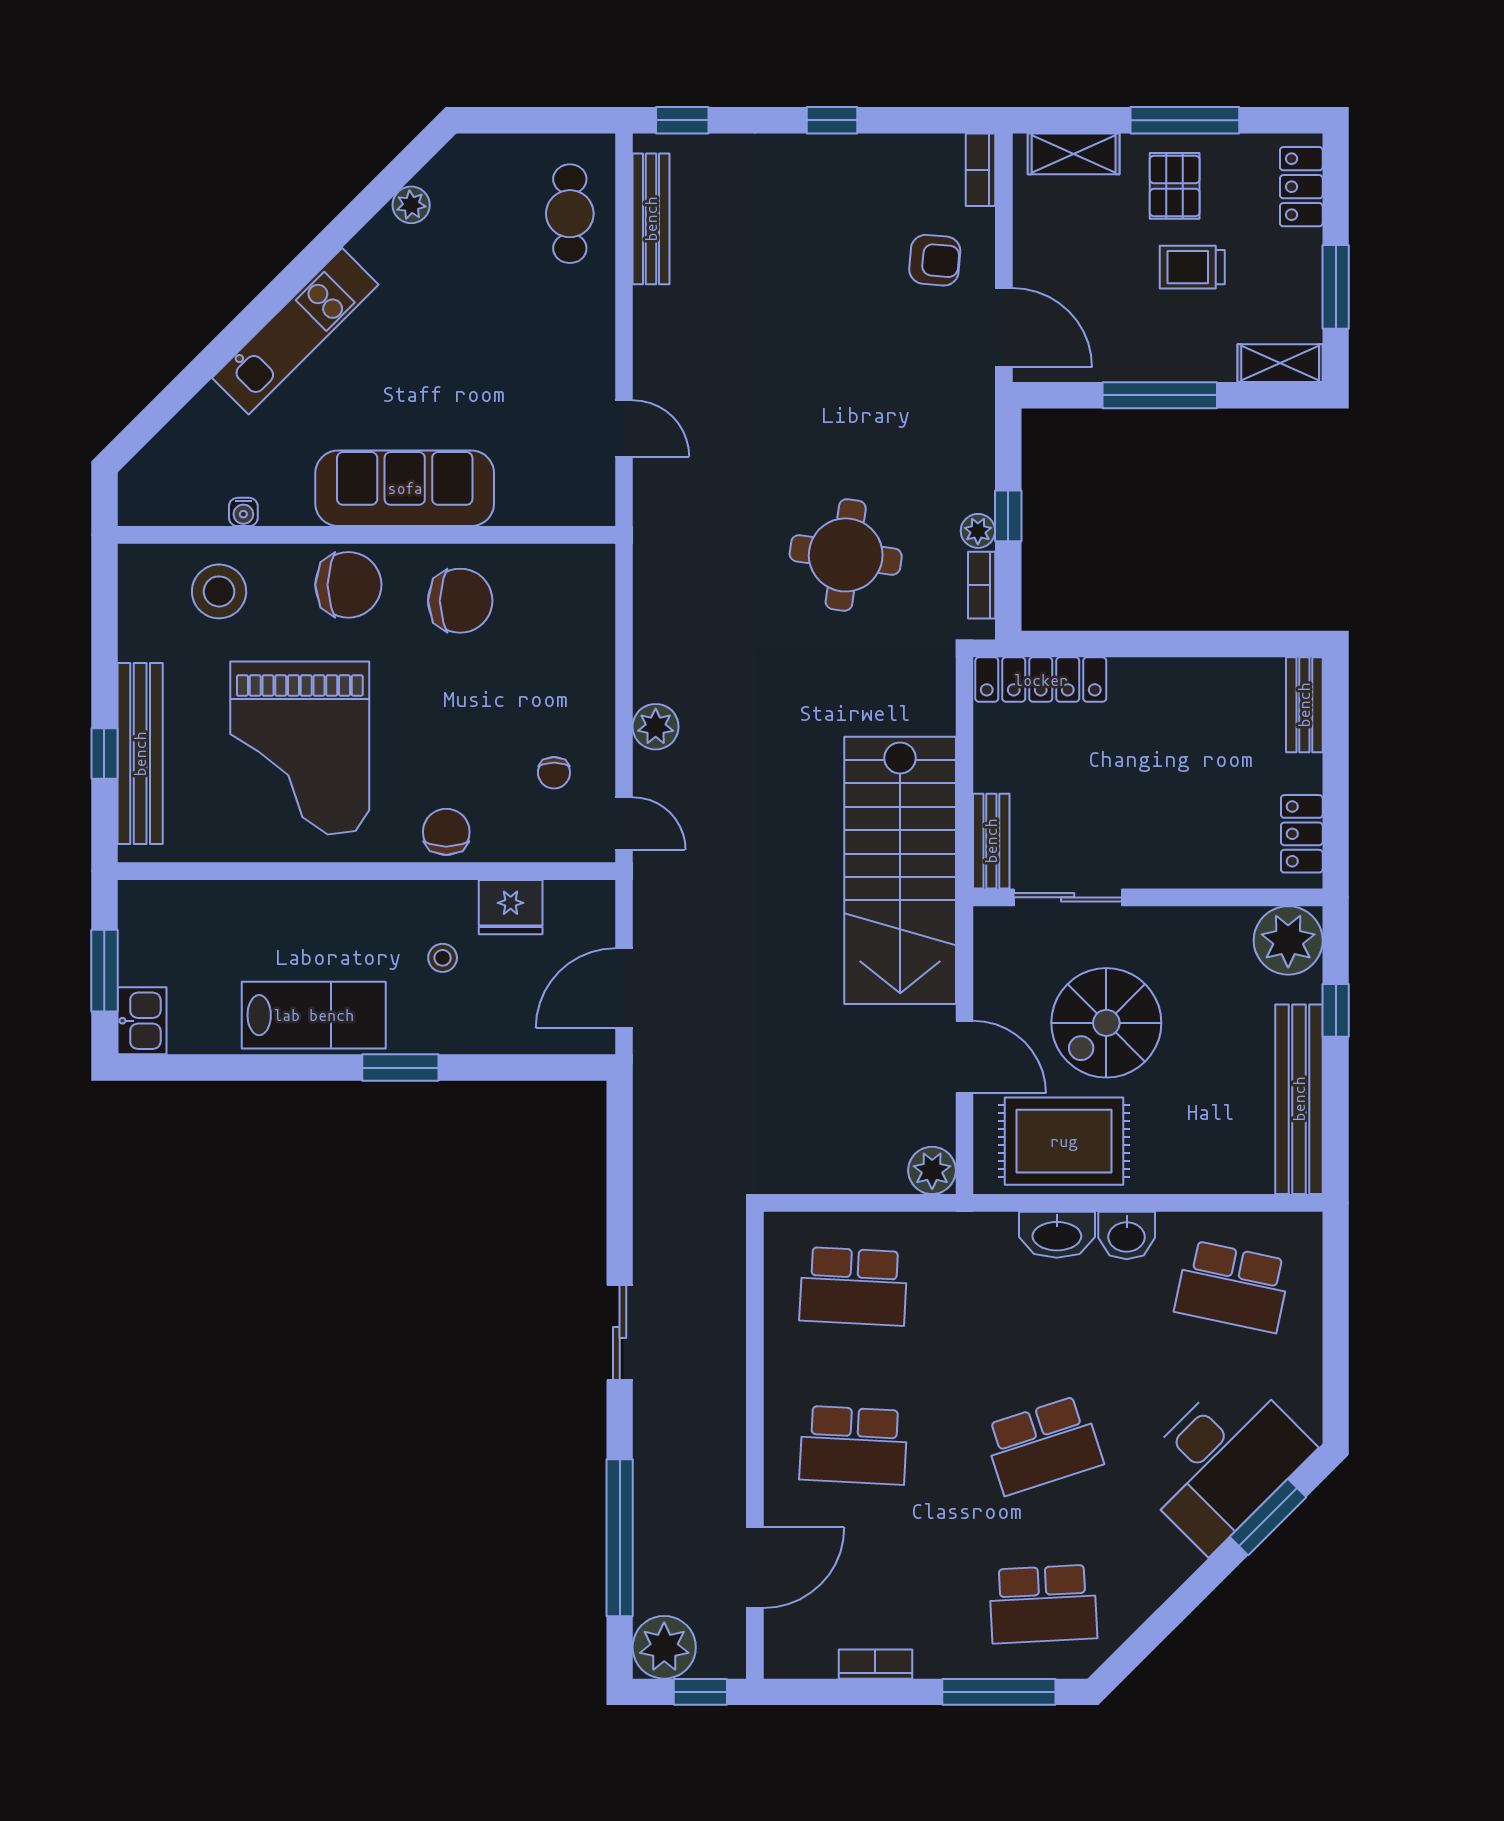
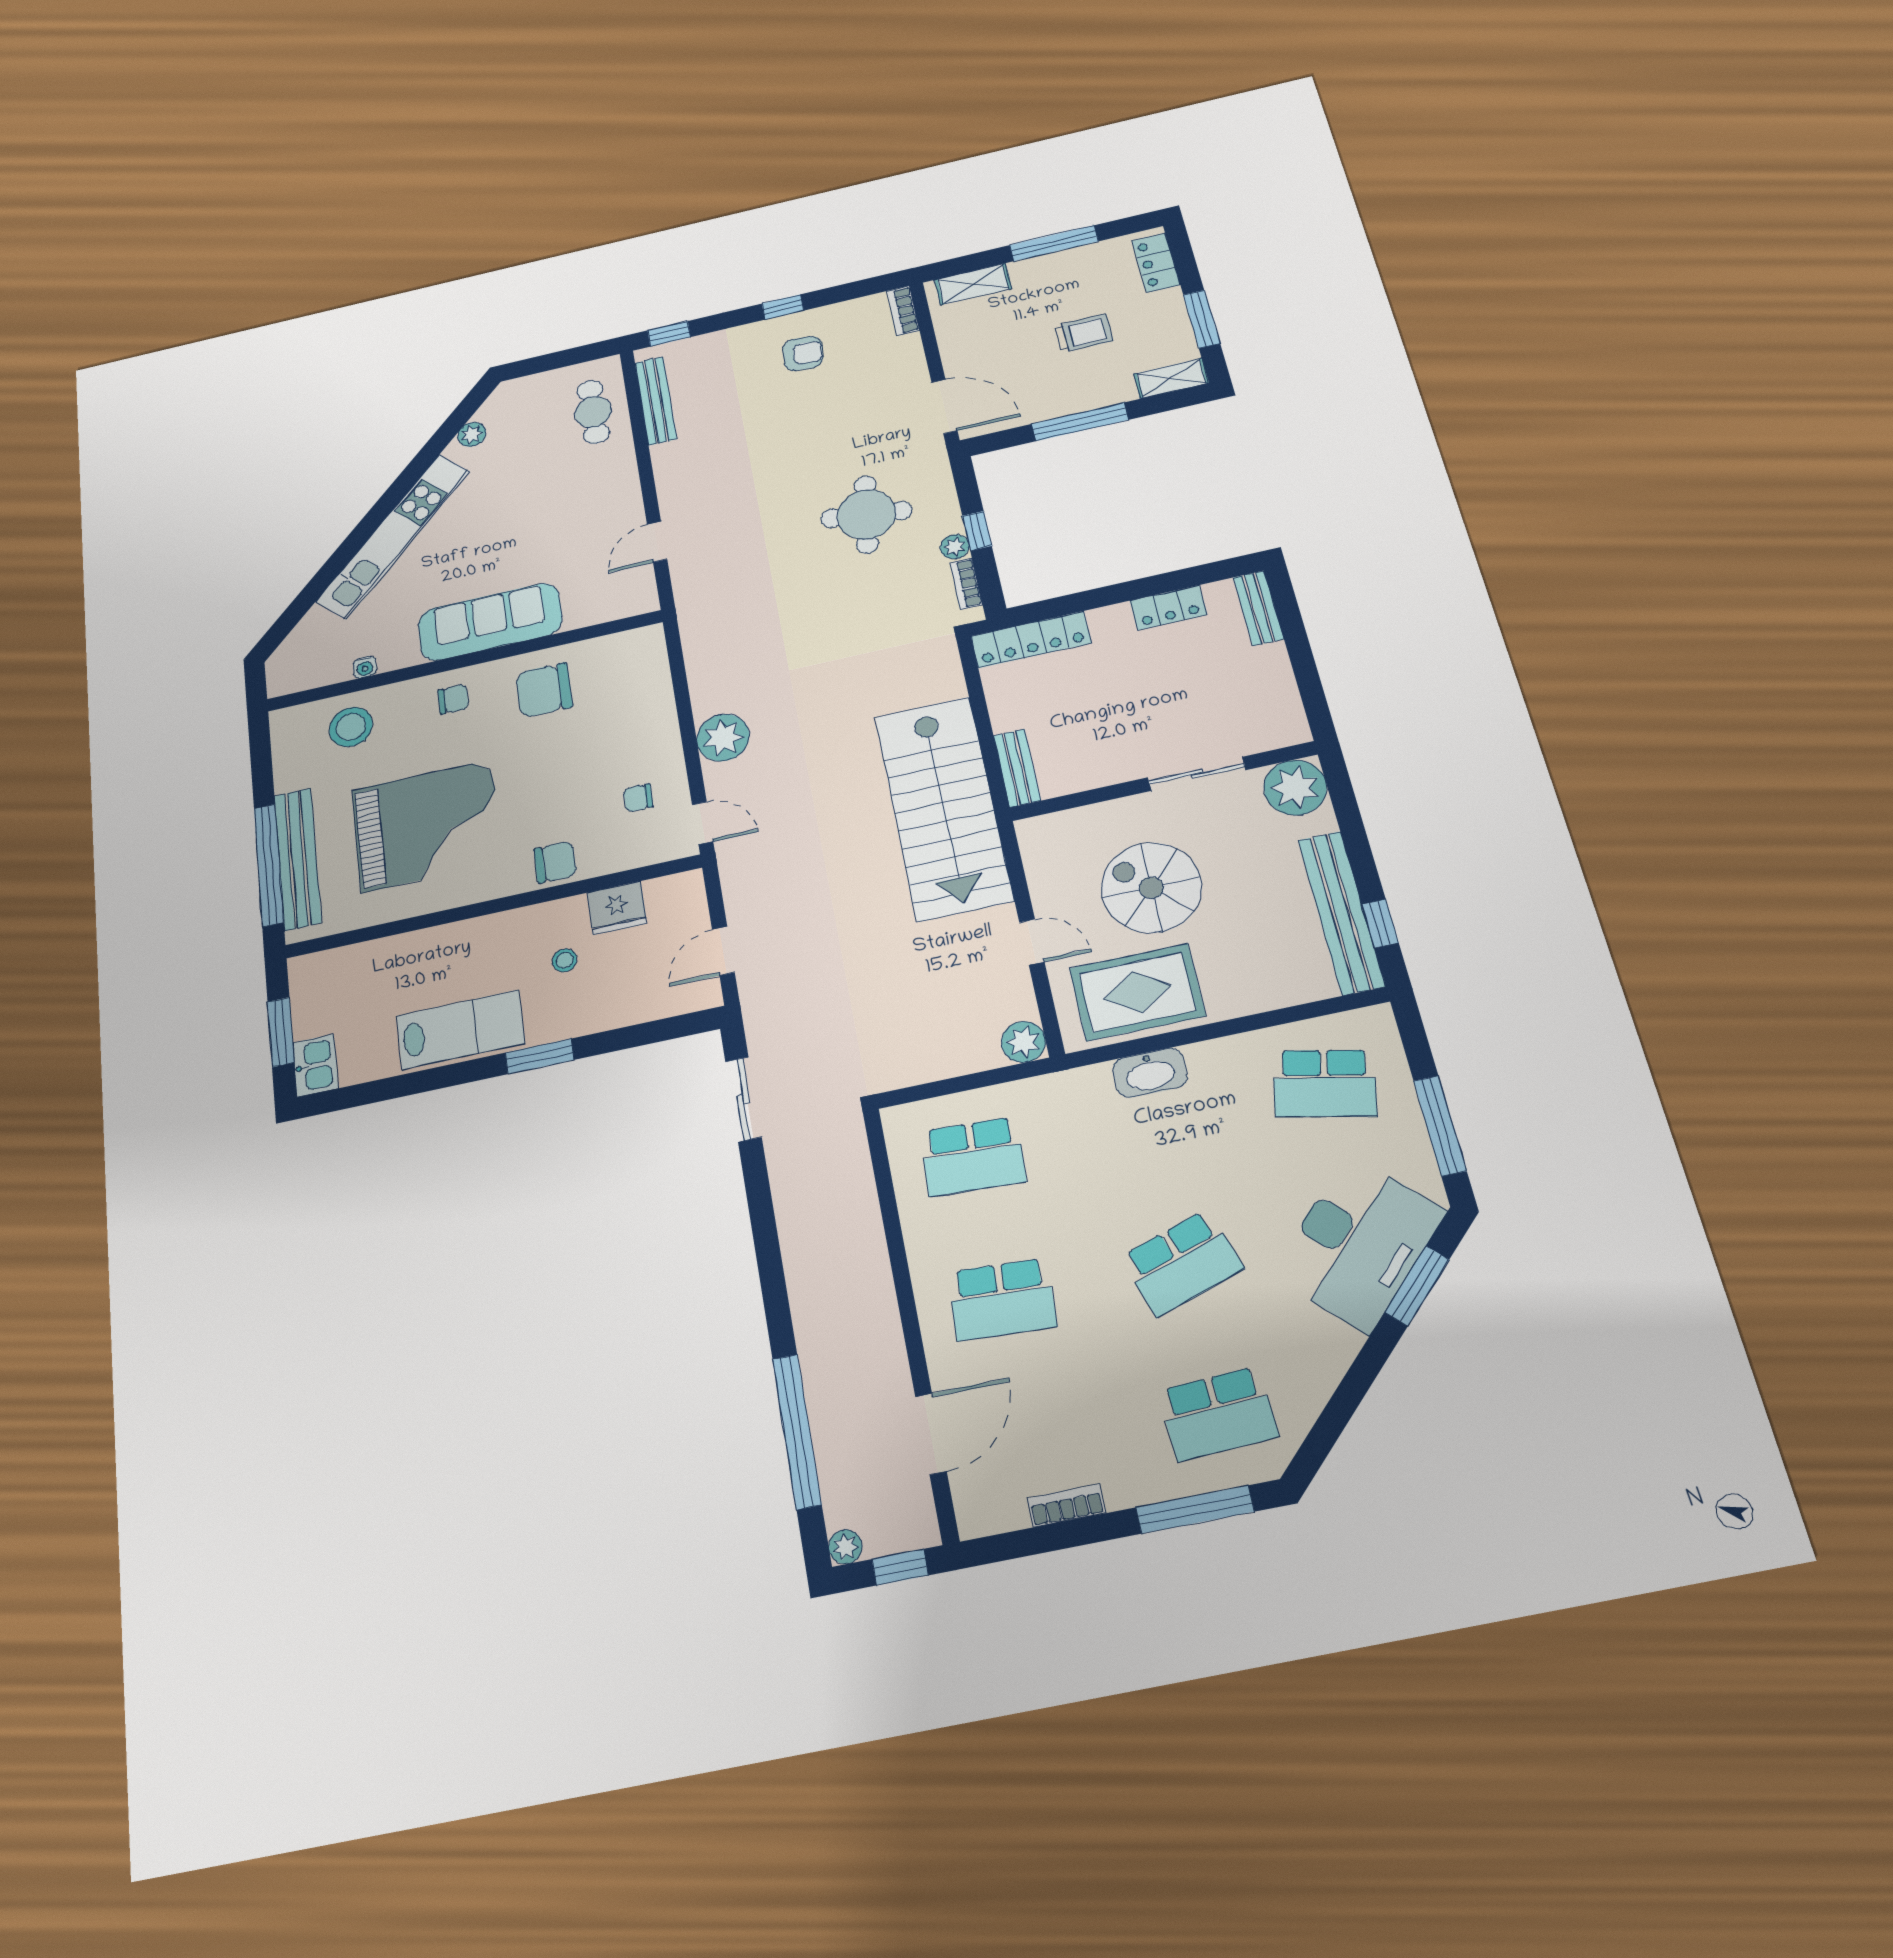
pallet: (1175, 186) -> (1057, 285), removed
armchair: (935, 260) -> (803, 353), moved
trolley: (1192, 267) -> (1084, 333), turned 180
kitchen unit: (295, 331) -> (393, 536), width x1.36
door: (624, 428) -> (657, 542), swing flipped
round table: (846, 555) -> (866, 514), moved
chair: (348, 585) -> (453, 699), width x0.54, depth x0.54
chair: (460, 601) -> (544, 690), turned 180
plant: (656, 727) -> (723, 738), width x1.36, depth x1.36
grand piano: (300, 748) -> (427, 826), turned -90
window: (104, 753) -> (269, 865), width x3.17
chair: (554, 773) -> (638, 798), turned 90
chair: (446, 832) -> (555, 862), turned 90
locker: (1302, 834) -> (1168, 608), moved, turned -90
sliding door: (1068, 897) -> (1197, 774), moved
door: (624, 988) -> (723, 951), width x0.73
window: (1336, 1010) -> (1380, 924), moved
spiral stairs: (1106, 1023) -> (1151, 888), turned 90
door: (965, 1057) -> (1032, 942), width x0.73
washbasin: (1127, 1236) -> (1214, 1060), removed
sliding door: (620, 1333) -> (743, 1099), moved
window: (1336, 1357) -> (1440, 1126), added
plant: (664, 1647) -> (845, 1547), width x0.53, depth x0.53

